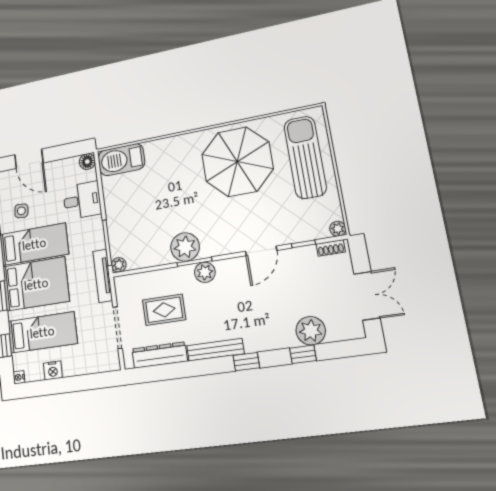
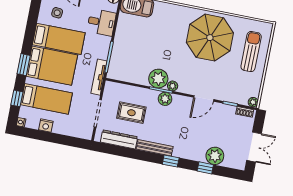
sun lounger: (305, 157) -> (251, 52), width x0.73, depth x0.75
plant: (119, 265) -> (173, 86), moved

